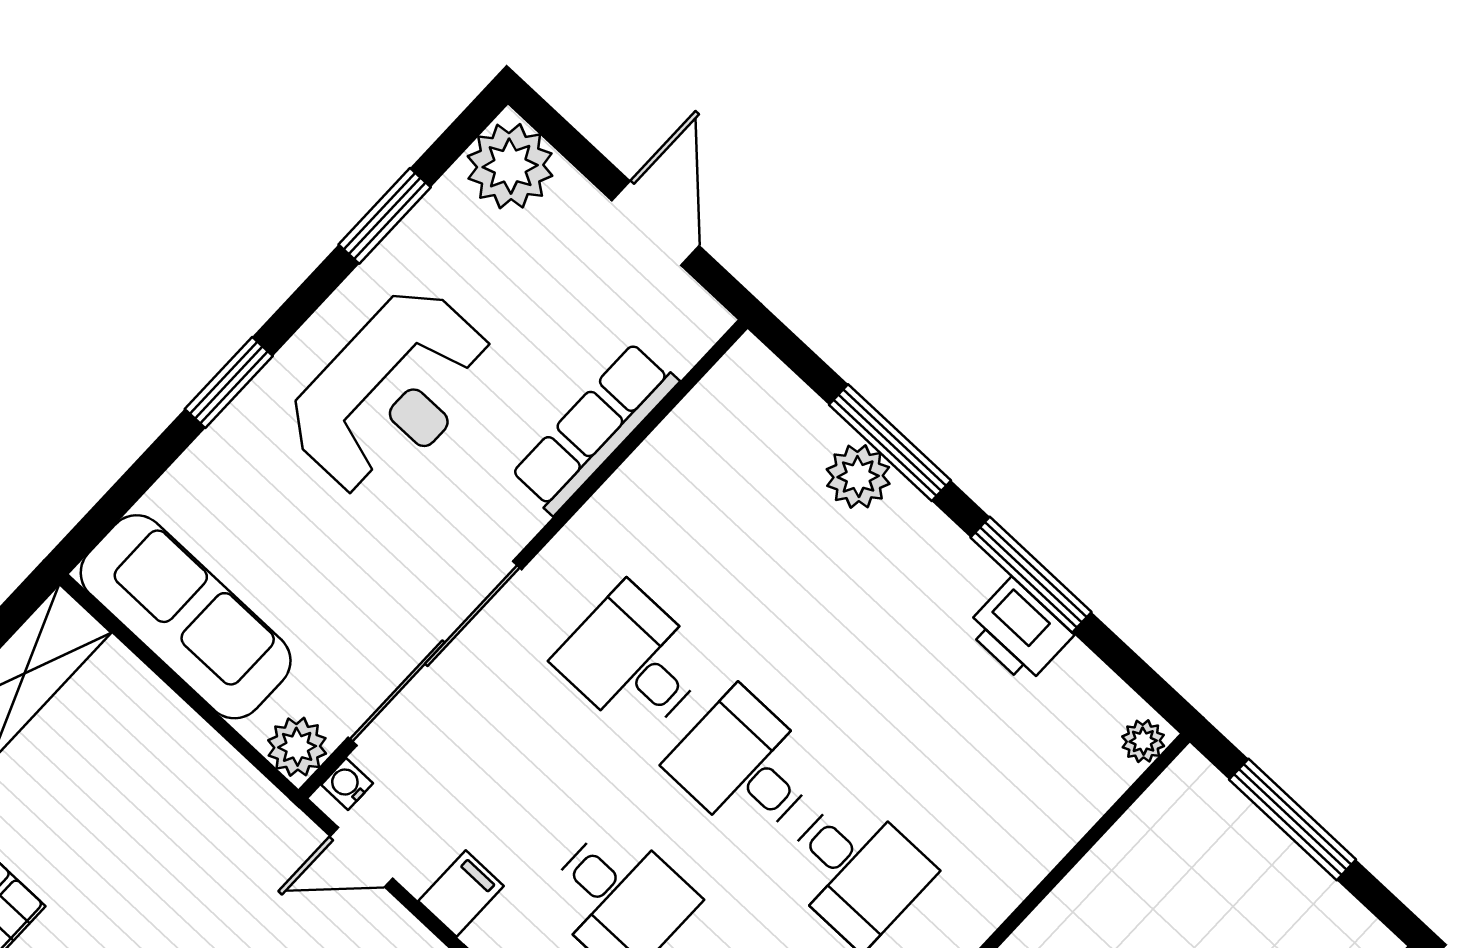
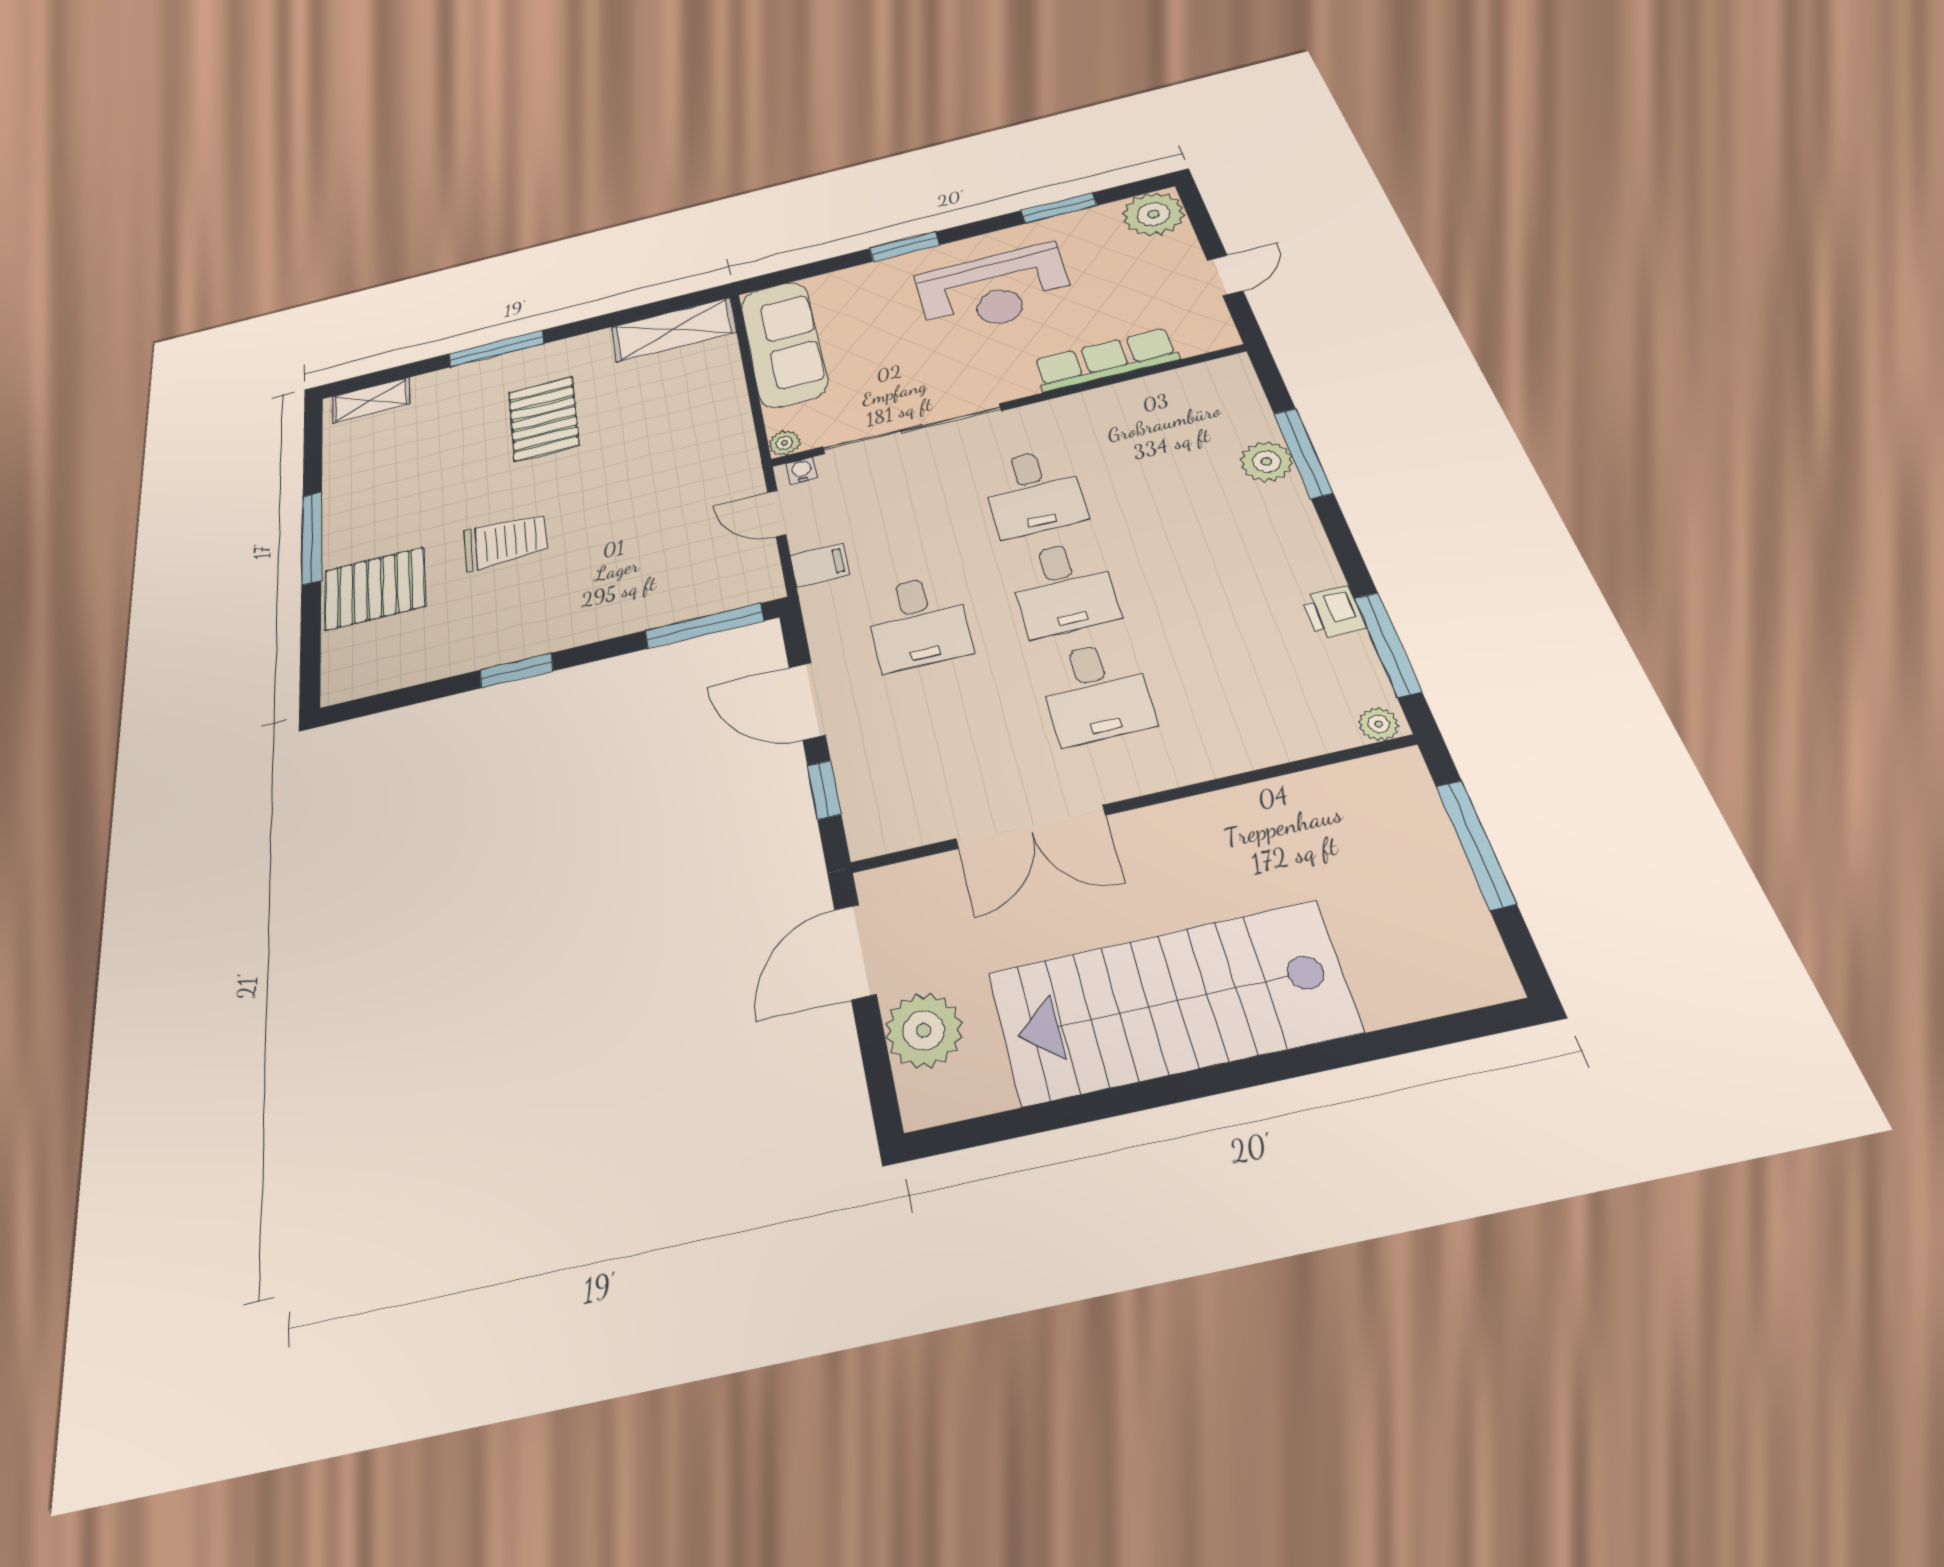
door: (655, 223) -> (1225, 275), width x0.73
window: (1031, 575) -> (1387, 644), moved
printer: (1019, 631) -> (1334, 612), width x0.73, depth x0.81
desk: (633, 661) -> (1033, 492), turned 180
plant: (297, 747) -> (784, 443), width x0.73, depth x0.73
desk: (744, 766) -> (1063, 588), turned 180

